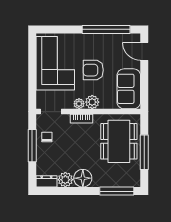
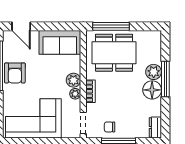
door: (144, 51) -> (21, 26), hinge flipped
armchair: (93, 70) -> (15, 73), moved
window: (144, 152) -> (111, 26), moved
plant: (65, 180) -> (154, 72), moved
window: (117, 191) -> (165, 79), moved

